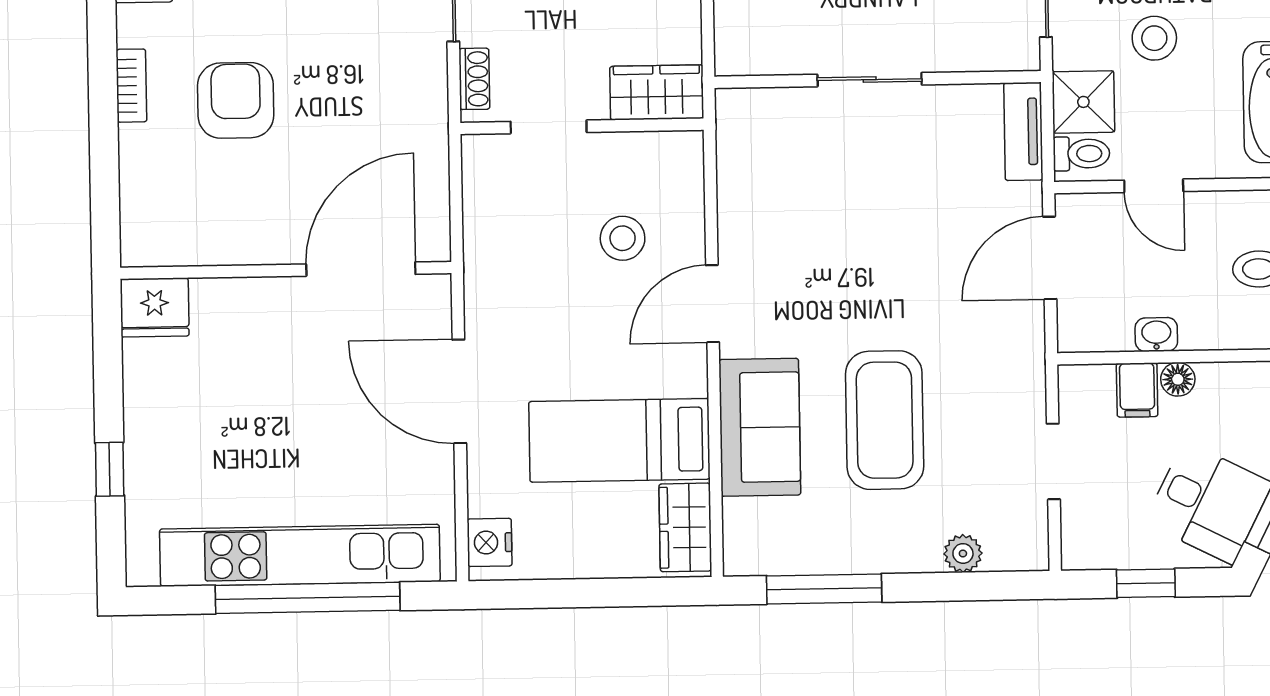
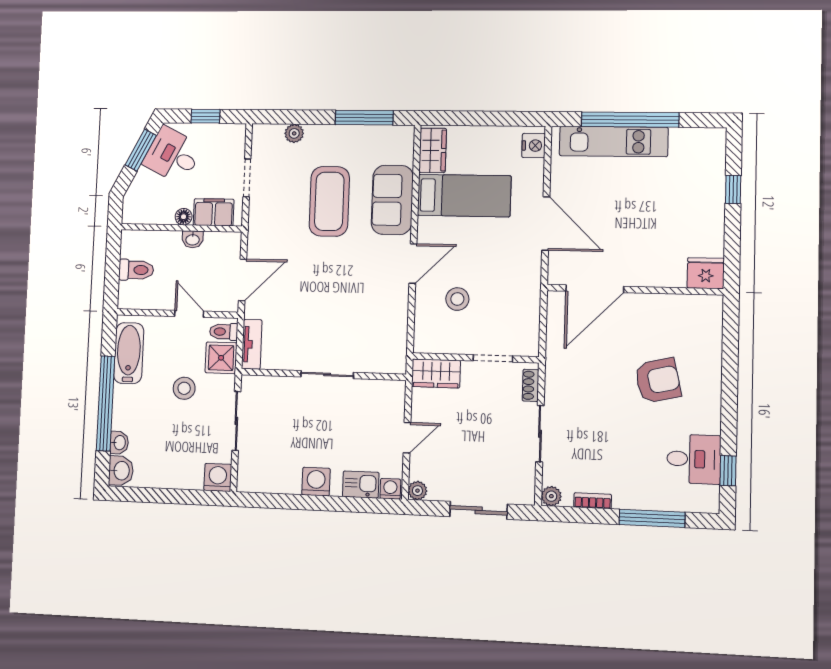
bookcase: (131, 86) -> (714, 391), removed
armchair: (236, 100) -> (658, 380), turned -103
filing cabinet: (1137, 390) -> (214, 212), width x2.00
kitchen unit: (300, 555) -> (614, 142), width x0.73

